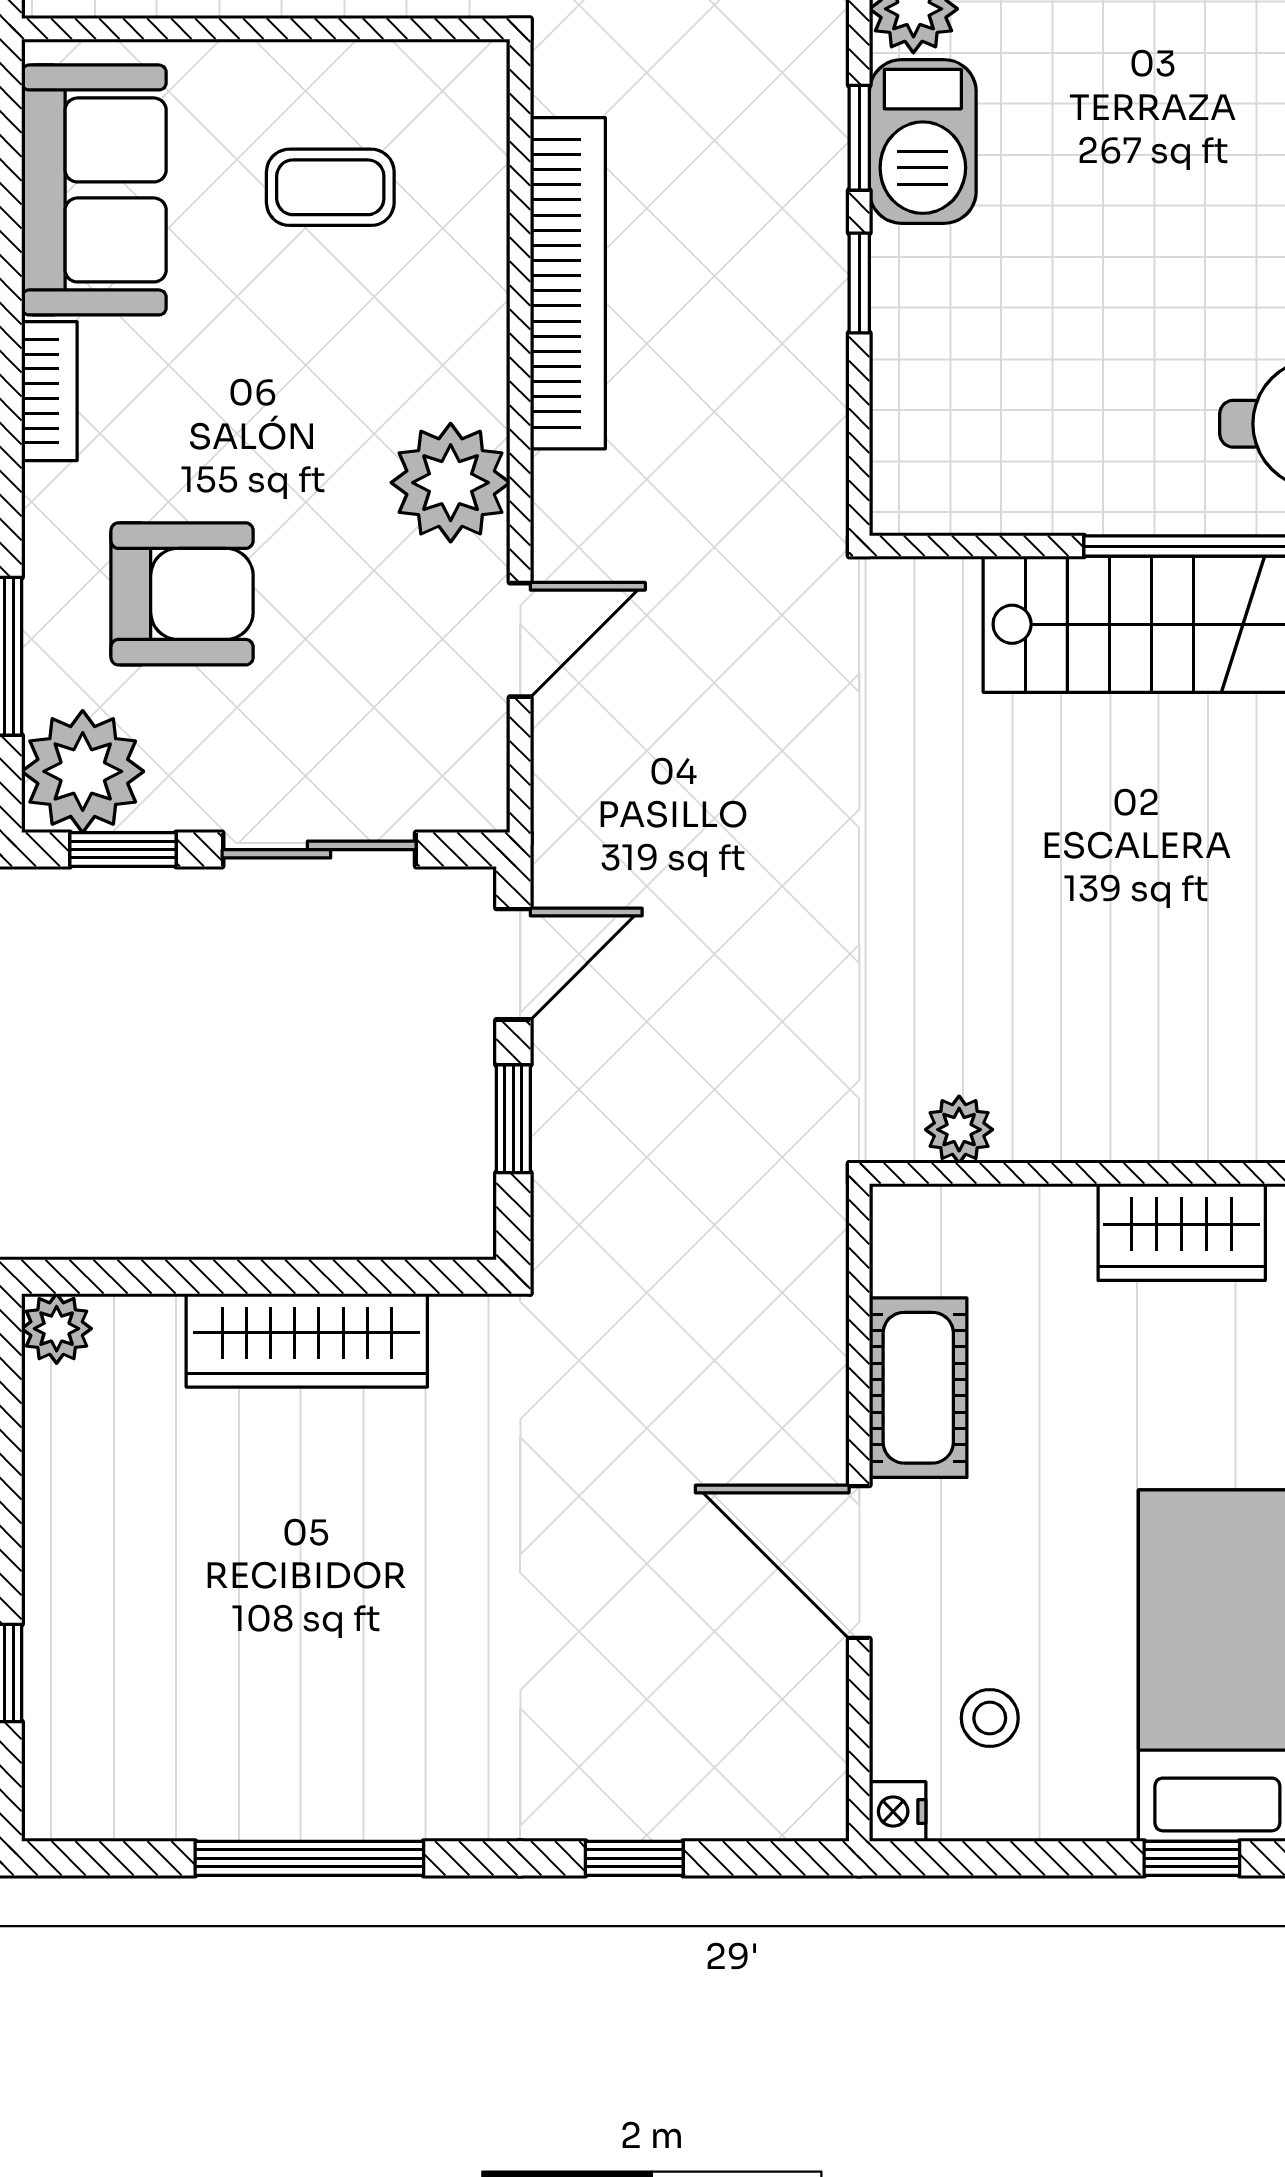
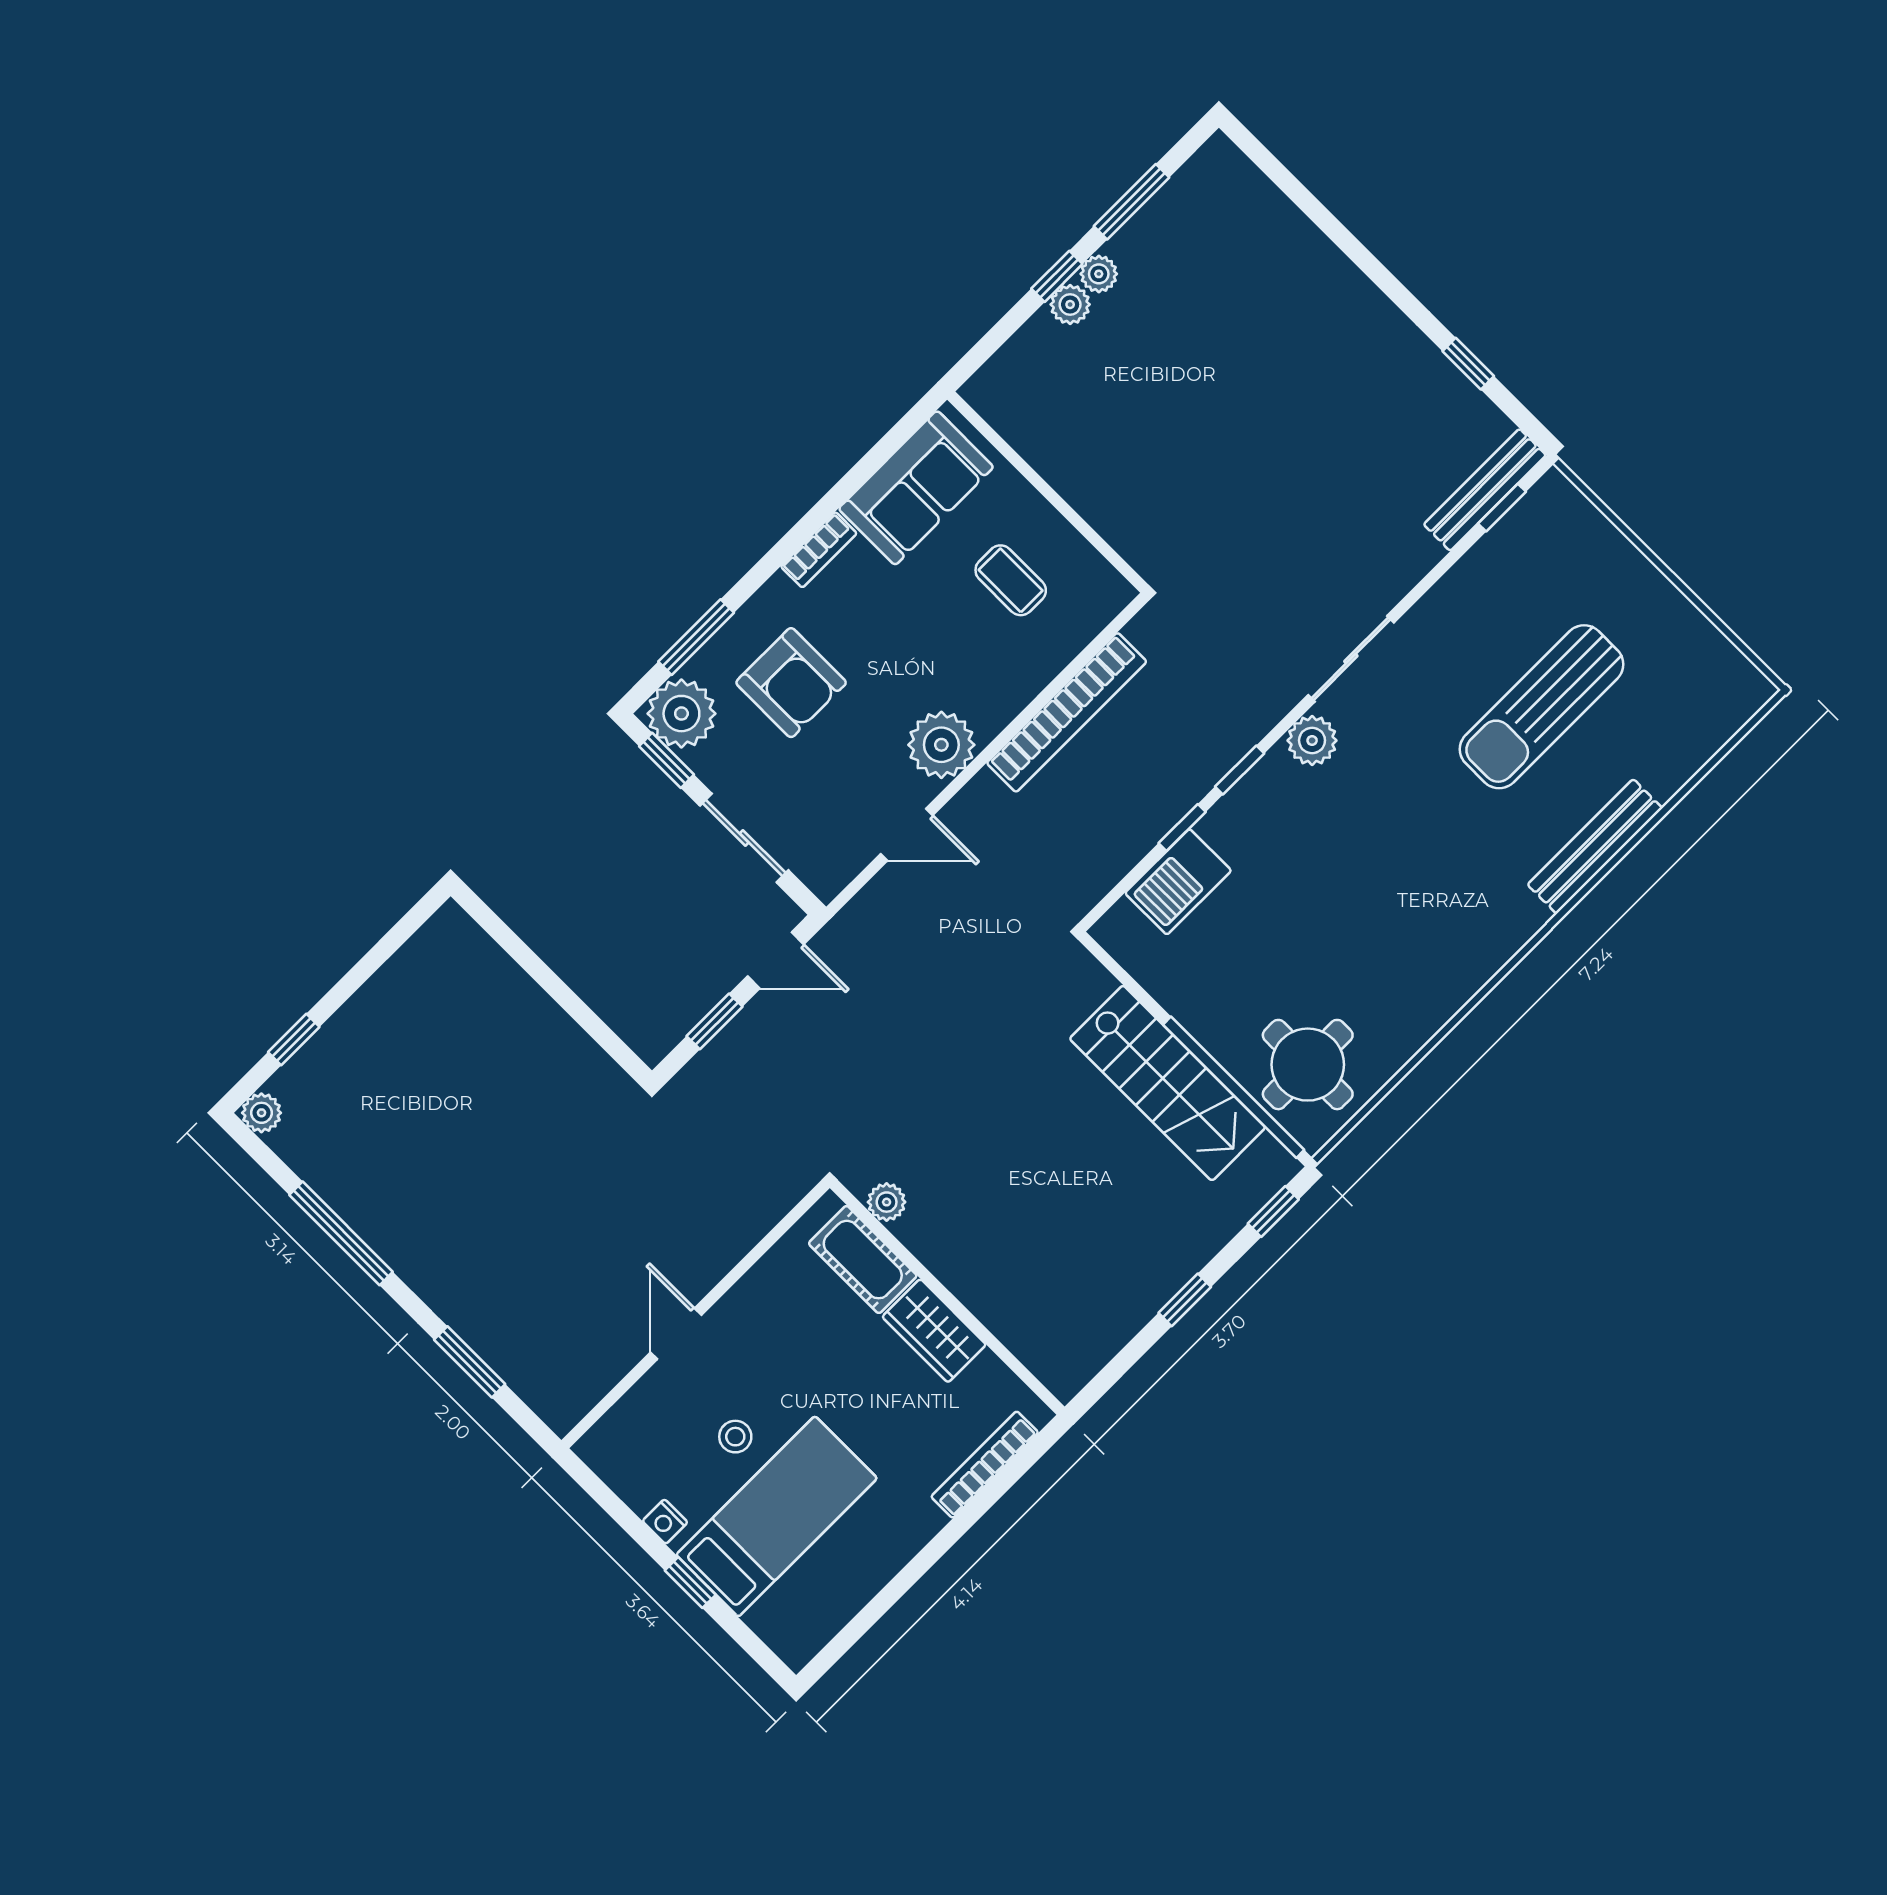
barbecue: (923, 141) -> (1178, 882), moved
plant: (57, 1329) -> (261, 1113), moved
wardrobe: (307, 1340) -> (545, 1027), removed
cot: (918, 1388) -> (863, 1260), moved, turned 90
door: (859, 1562) -> (676, 1334), width x0.73
stool: (990, 1718) -> (735, 1437), moved
nightstand: (898, 1812) -> (665, 1522), moved, turned -90
window: (634, 1858) -> (470, 1362), width x1.50

